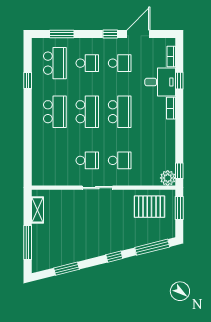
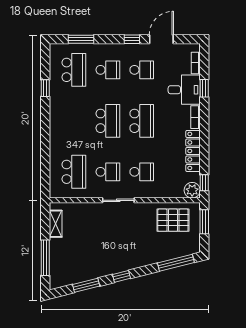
school desk: (55, 112) -> (74, 172), moved
locker: (169, 141) -> (193, 151), added
window: (114, 257) -> (122, 276), moved

